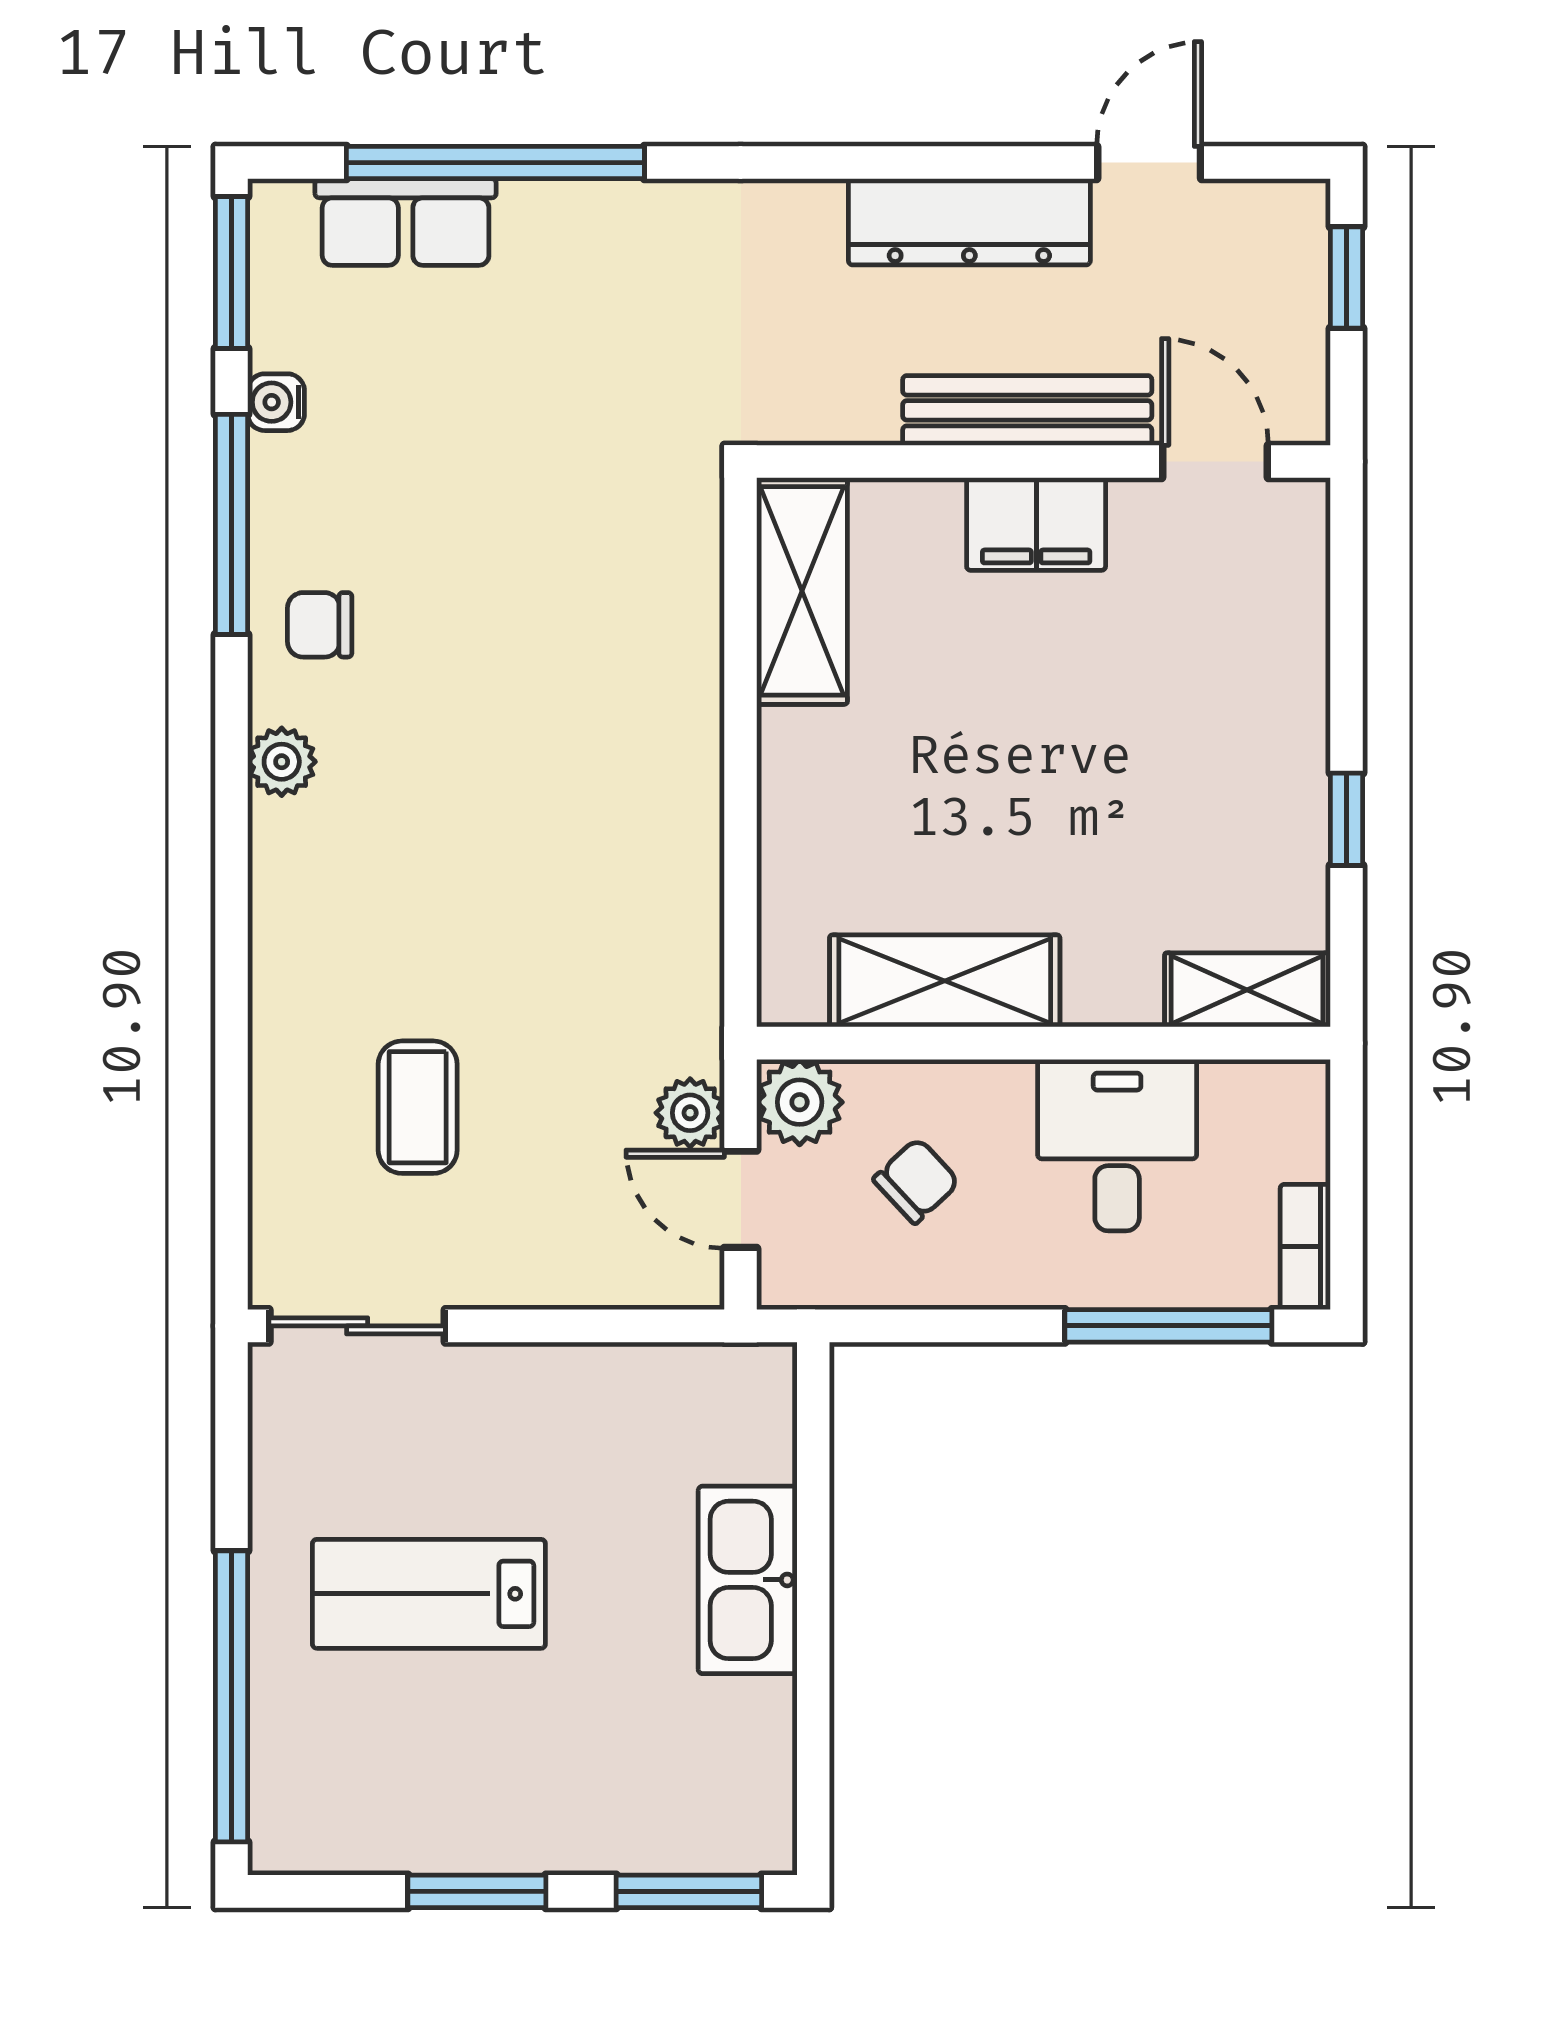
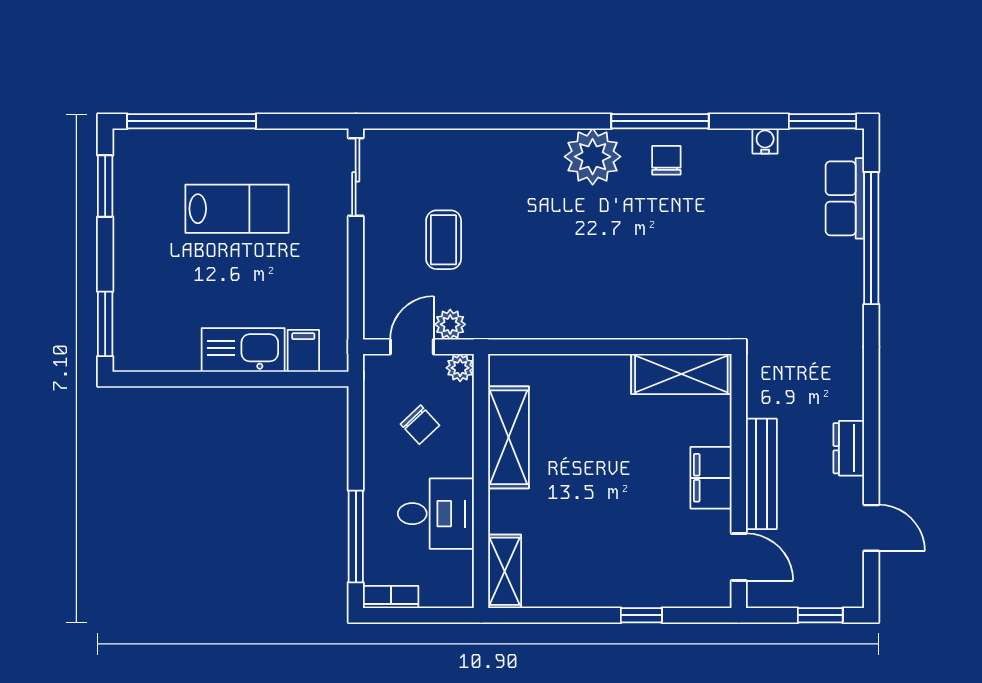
dresser: (969, 222) -> (849, 448), width x0.51, depth x0.80
door: (1215, 461) -> (739, 557), hinge flipped
window: (232, 524) -> (660, 121), moved
plant: (282, 762) -> (593, 157), width x1.88, depth x1.88
window: (1346, 819) -> (641, 615), moved
plant: (800, 1102) -> (460, 368), width x0.73, depth x0.73
coffee table: (418, 1107) -> (444, 240), moved, turned 90
filing cabinet: (750, 1444) -> (303, 351), added
lab bench: (429, 1594) -> (237, 209), turned 90
window: (477, 1891) -> (105, 186), moved

